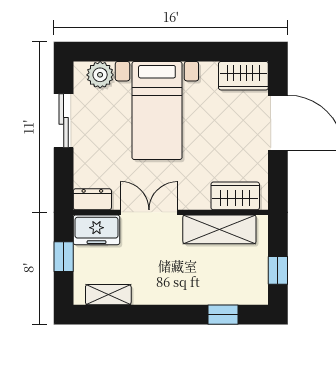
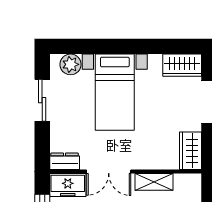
wardrobe: (235, 196) -> (190, 151), moved, turned -90
double door: (149, 212) -> (109, 171), swing flipped
shelving: (219, 229) -> (154, 182), width x0.67, depth x0.75

